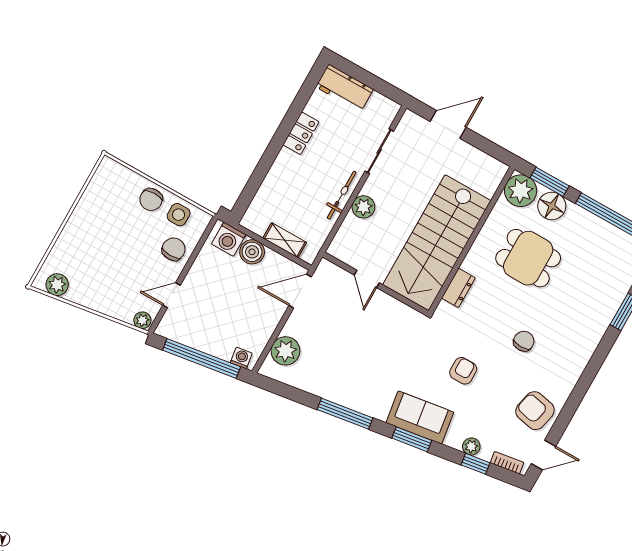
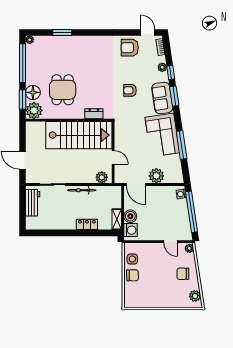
workbench: (345, 88) -> (33, 203), moved
locker: (301, 133) -> (87, 224), moved
plant: (363, 207) -> (102, 177), moved
shelving: (285, 240) -> (117, 219), moved
chair: (174, 249) -> (183, 274), moved
door: (367, 279) -> (113, 157), hinge flipped
chair: (524, 341) -> (101, 71), removed
plant: (285, 351) -> (156, 176), moved
corner sofa: (358, 382) -> (162, 135), added
armchair: (535, 411) -> (130, 48), turned 78
window: (345, 414) -> (182, 145), moved
window: (476, 464) -> (171, 73), moved

